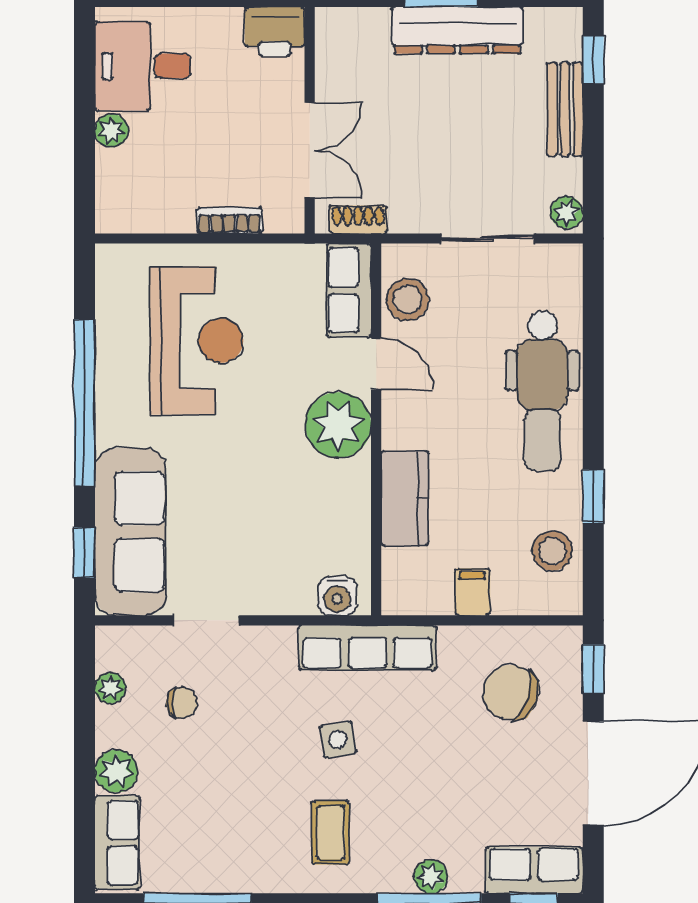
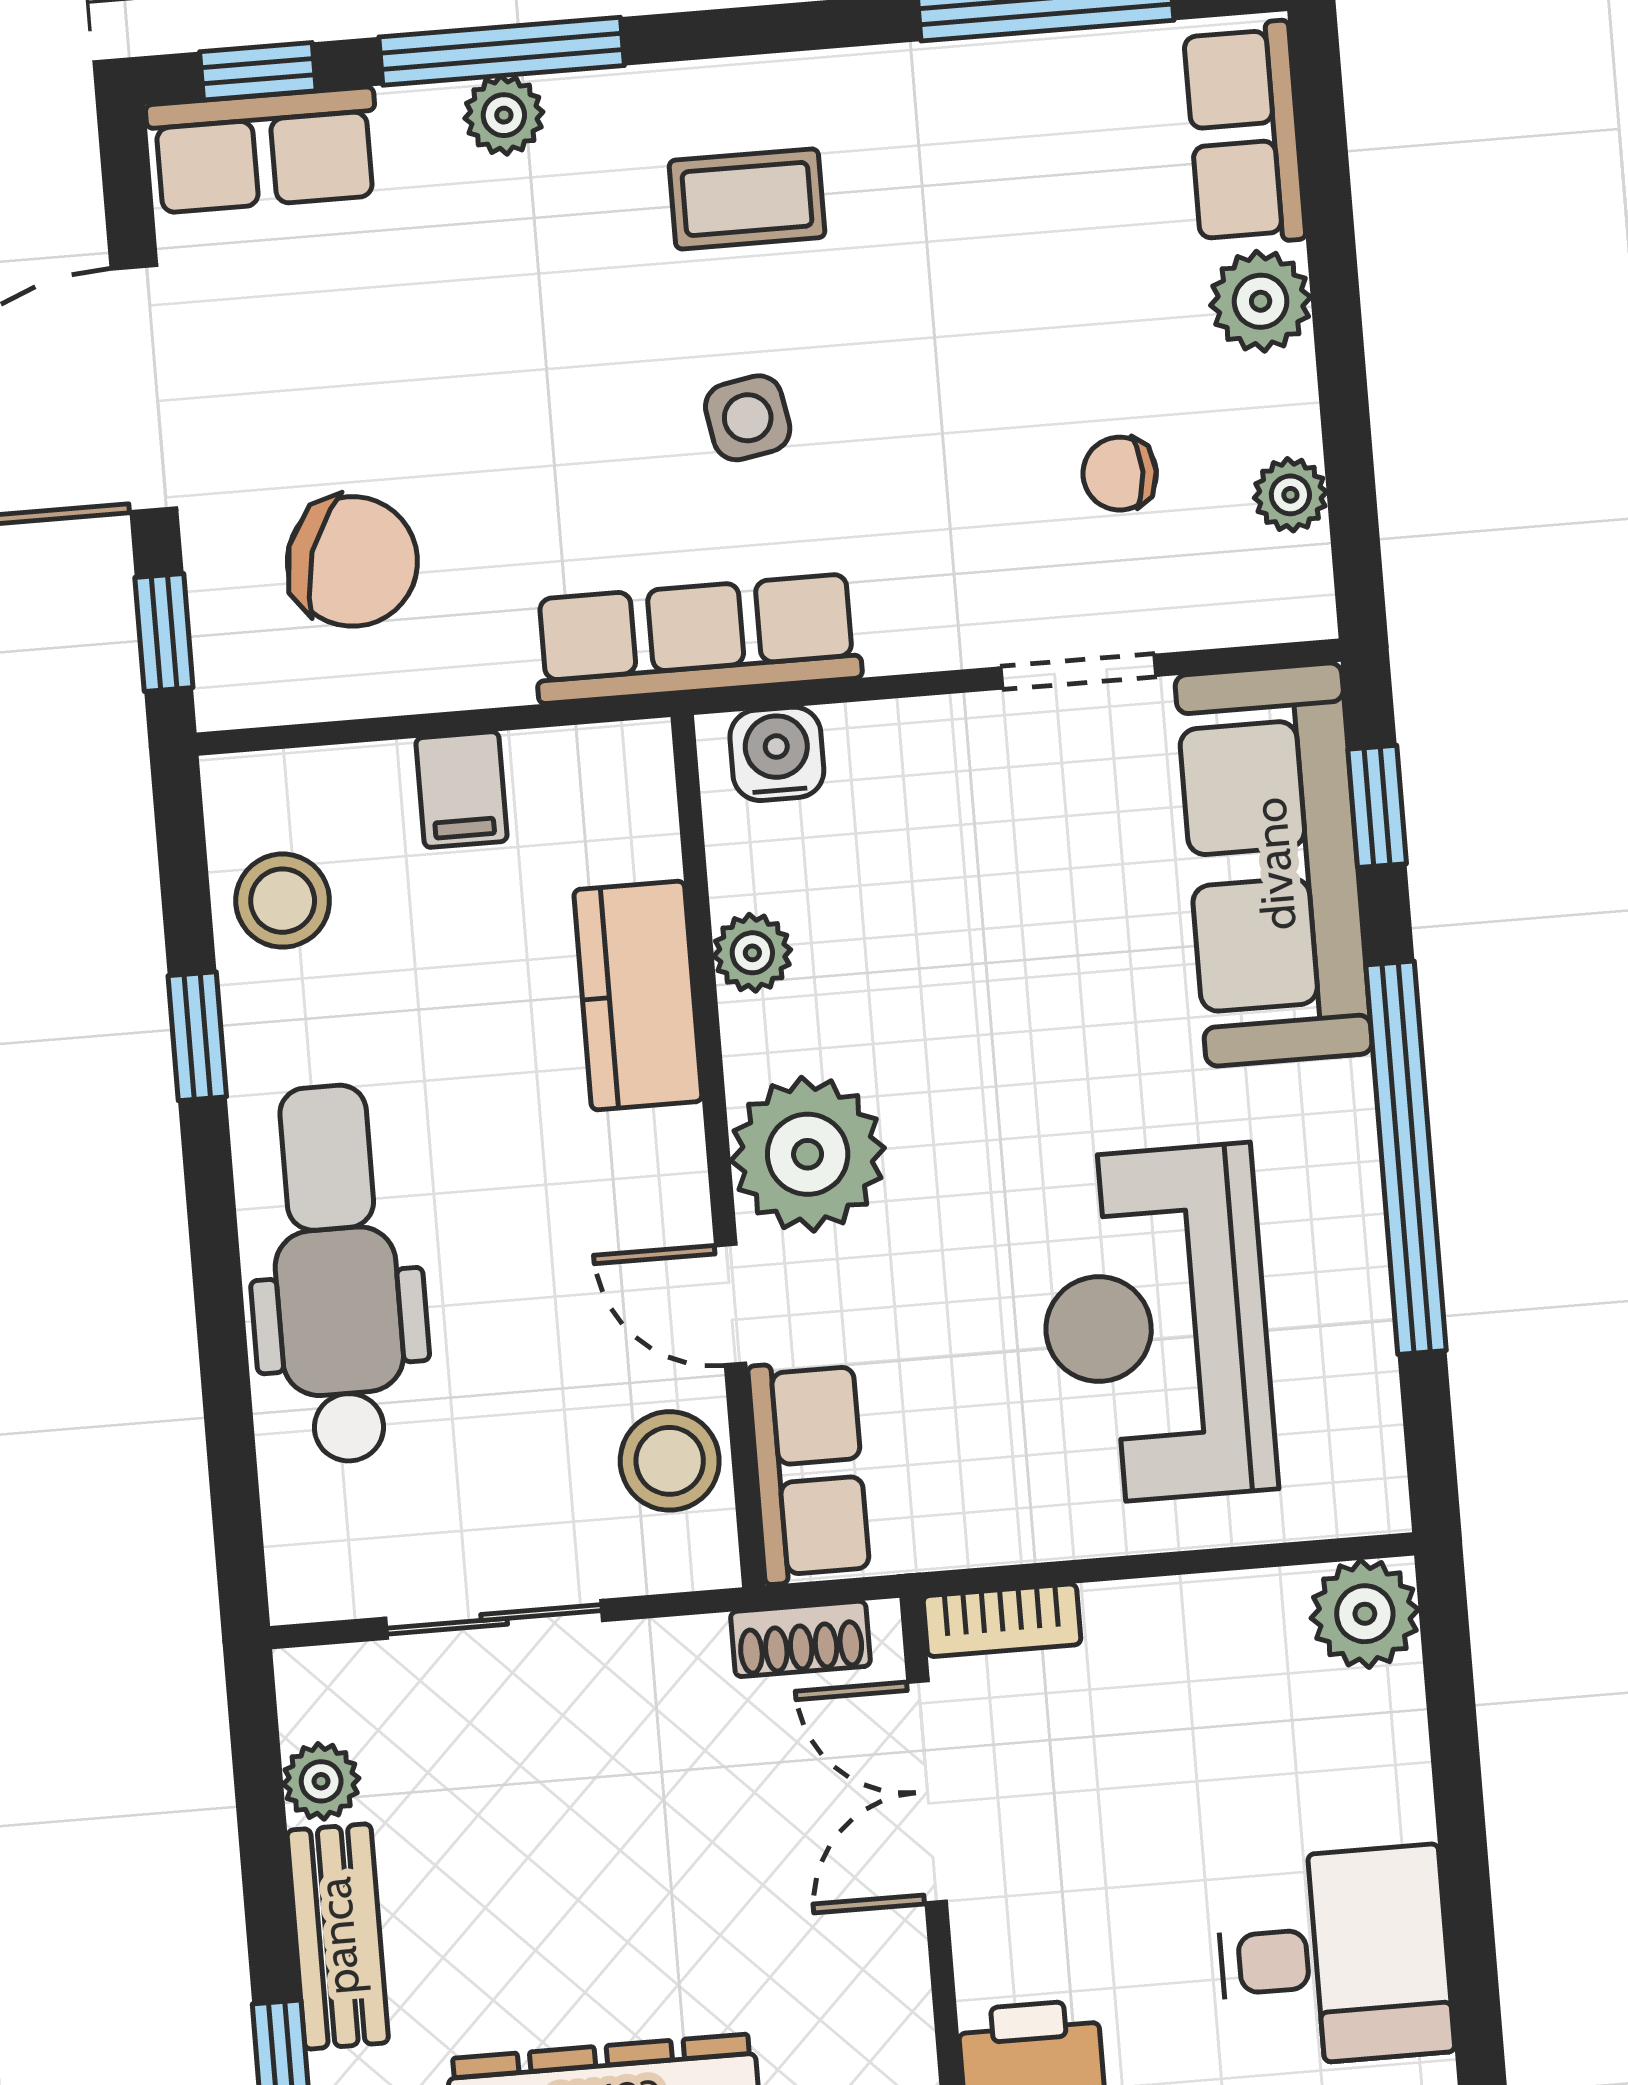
plant: (111, 131) -> (1365, 1614), moved, width x1.38, depth x1.38
plant: (567, 212) -> (321, 1781), moved
bookcase: (229, 220) -> (1002, 1620), moved
plant: (355, 512) -> (752, 953), added
coffee table: (331, 832) -> (747, 199), turned 90

